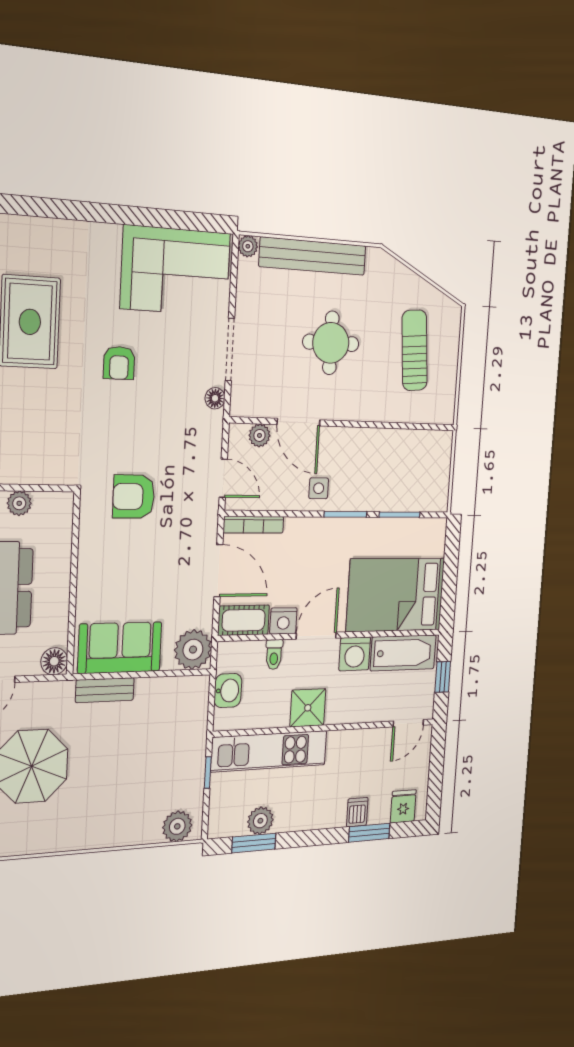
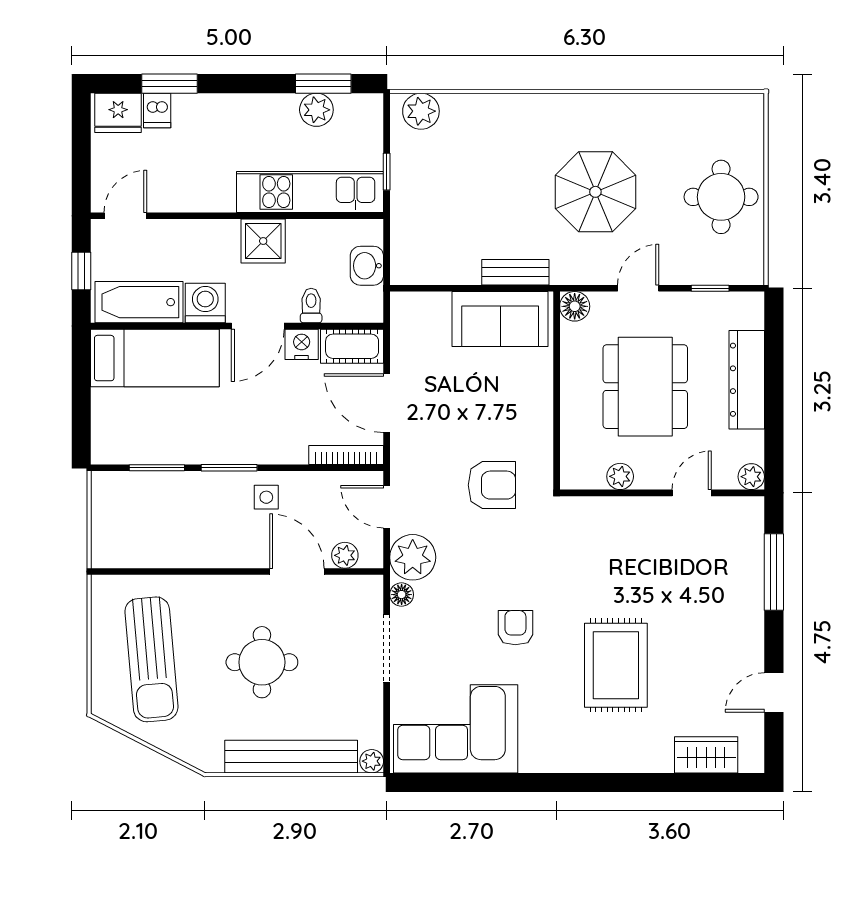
sun lounger: (415, 350) -> (151, 659), width x1.36, depth x1.34
bed: (396, 595) -> (155, 358), width x0.67
plant: (193, 650) -> (413, 557), moved
fridge: (403, 806) -> (118, 113), width x1.38
dishwasher: (357, 812) -> (157, 110), moved

